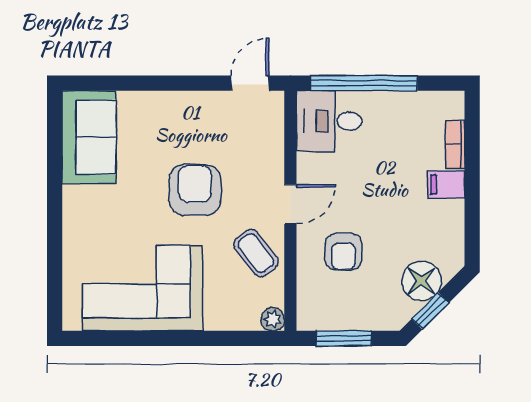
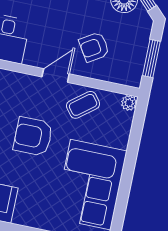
door: (290, 204) -> (56, 75), hinge flipped
armchair: (343, 252) -> (94, 47), turned 148

